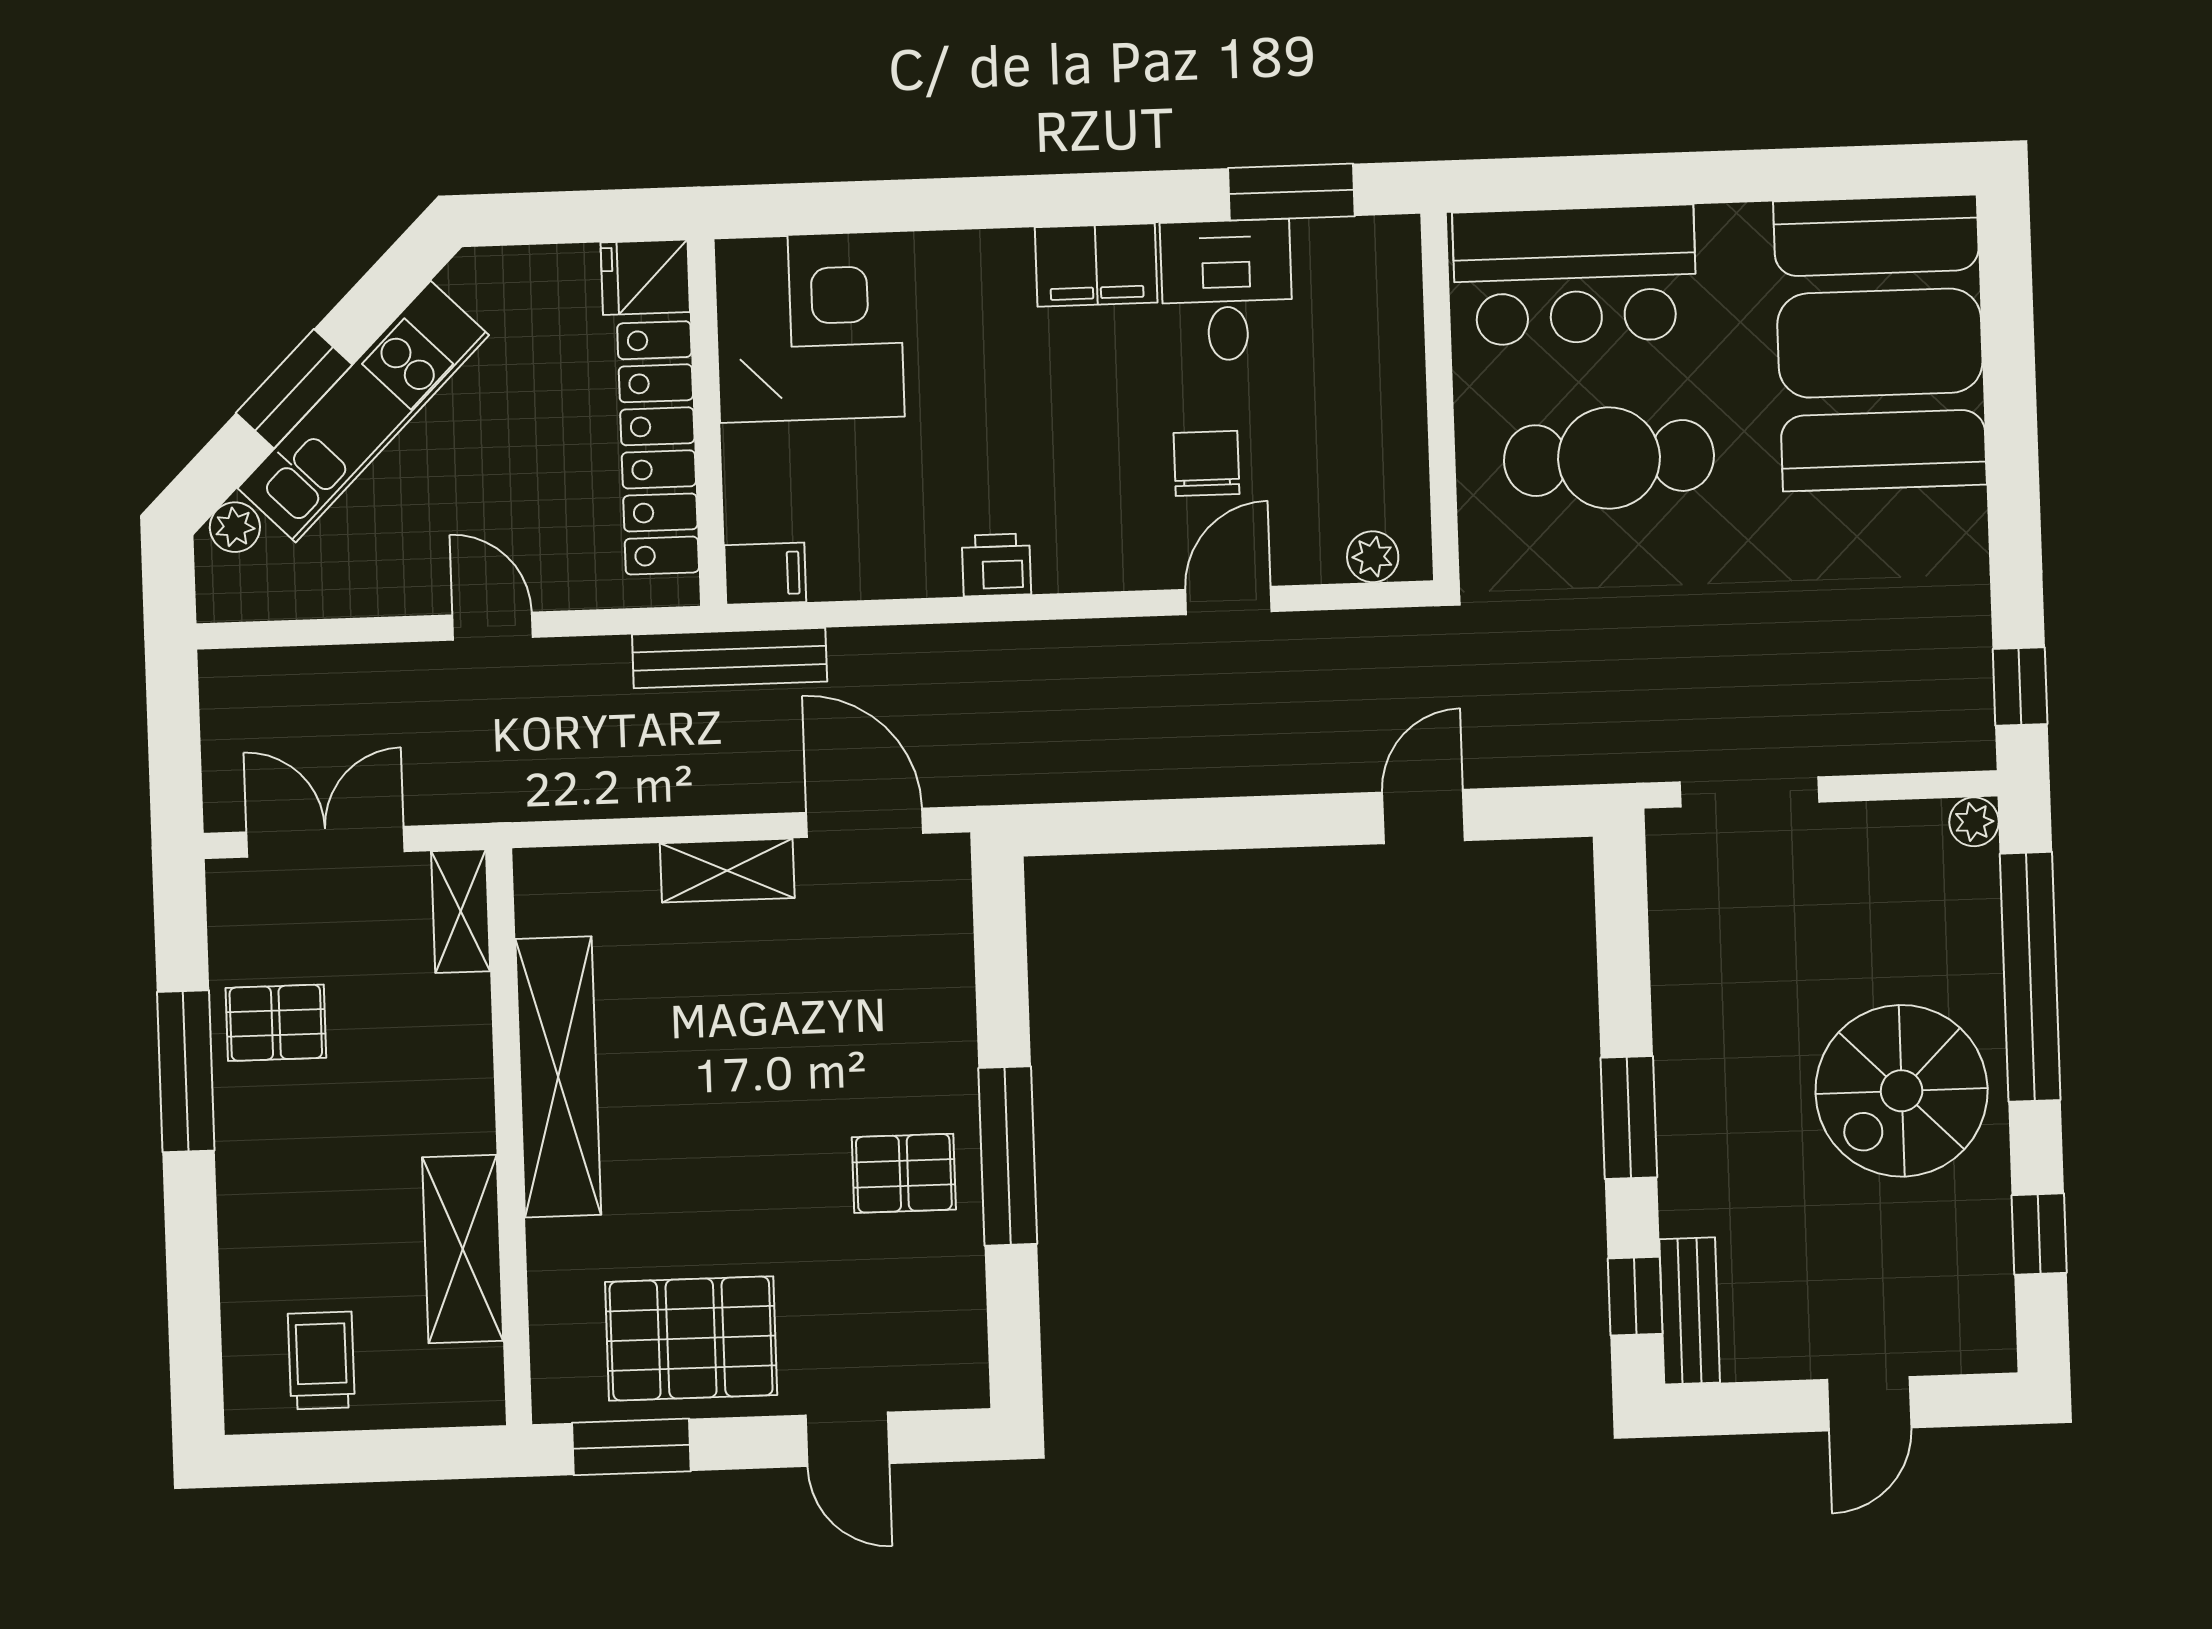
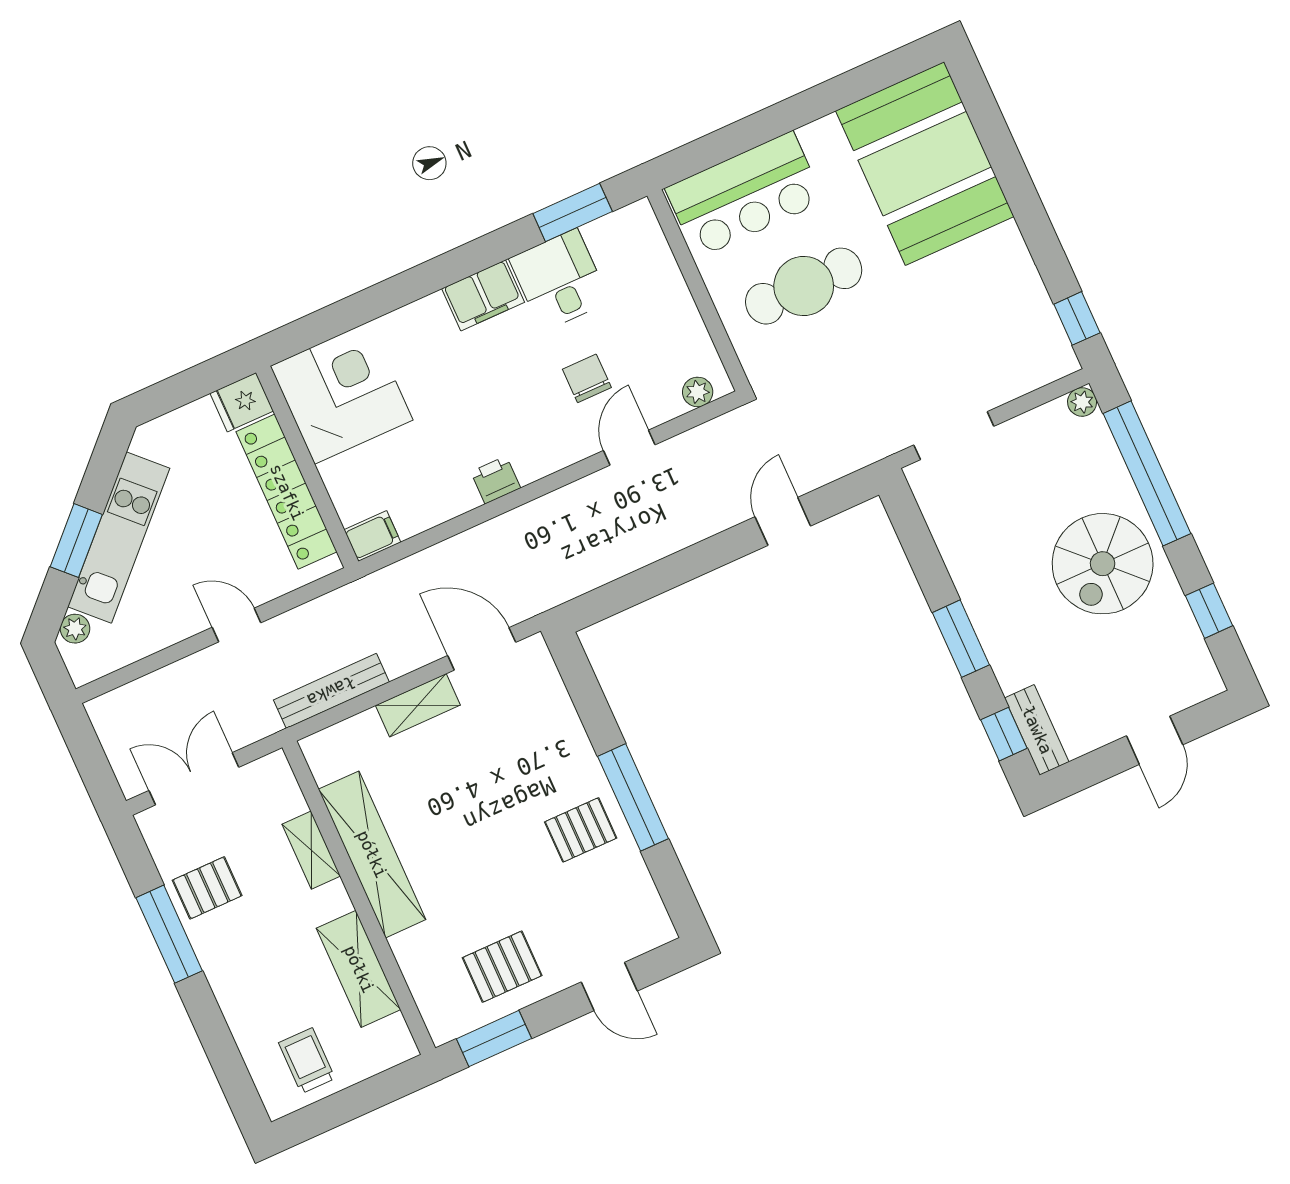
bench: (730, 658) -> (331, 691), moved
shelving: (461, 911) -> (311, 850), moved
pallet: (691, 1339) -> (502, 967), width x0.67, depth x0.71

